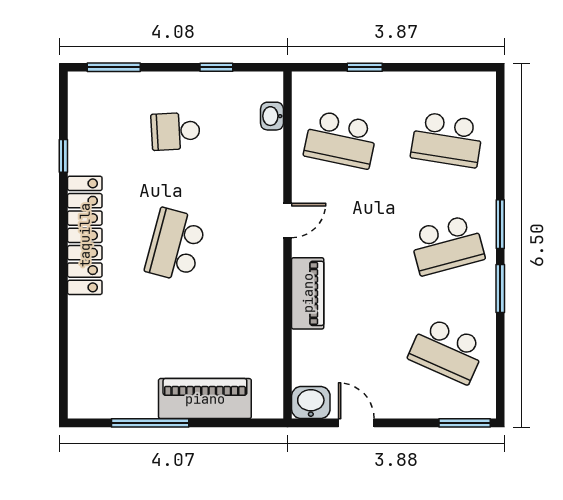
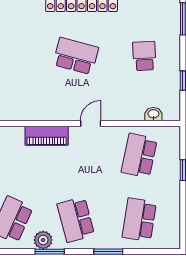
door: (287, 220) -> (91, 123), swing flipped
window: (500, 224) -> (108, 252), moved
plant: (481, 299) -> (43, 240), added

